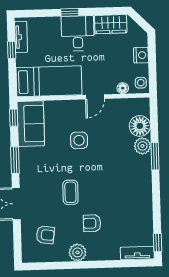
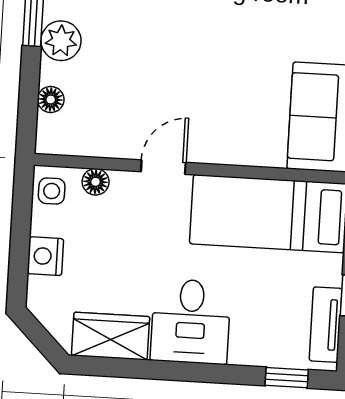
window: (70, 12) -> (287, 378), moved
floor lamp: (140, 126) -> (51, 99), width x0.53, depth x0.53
side table: (79, 140) -> (210, 67), removed

